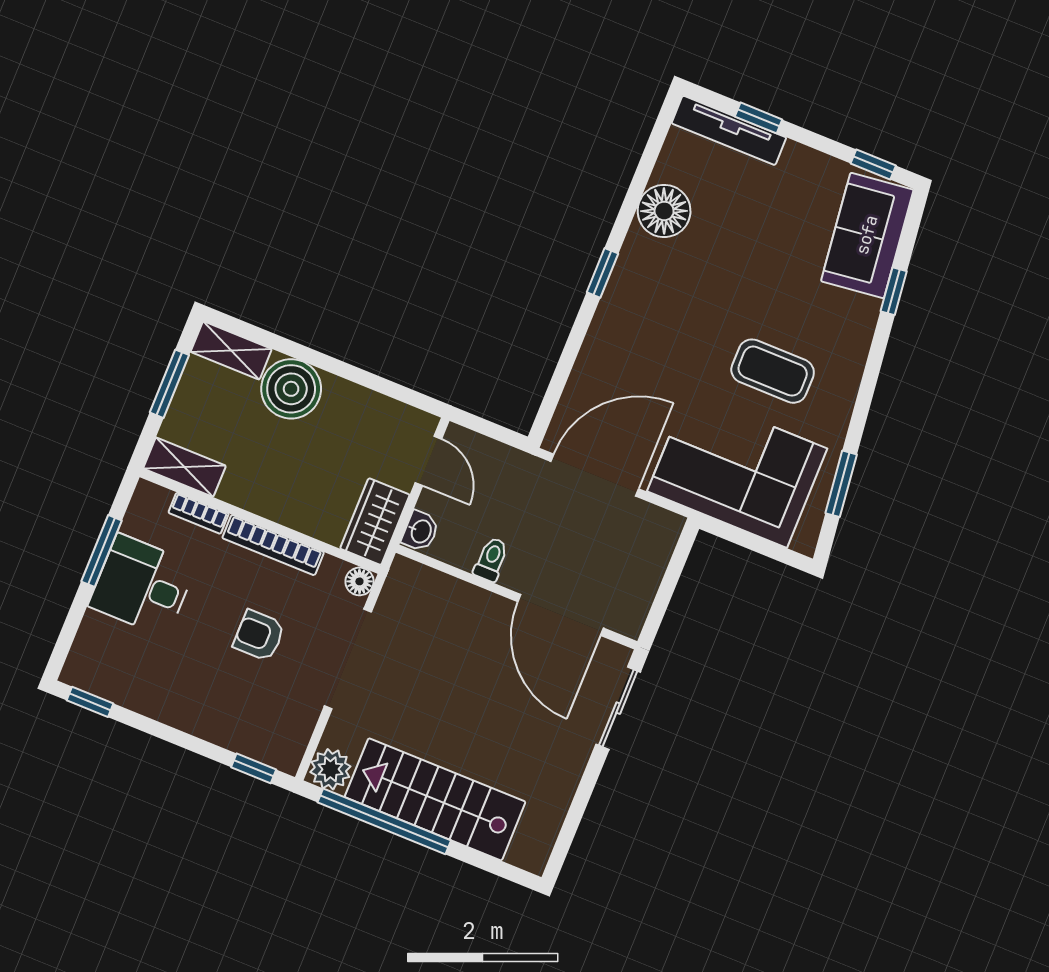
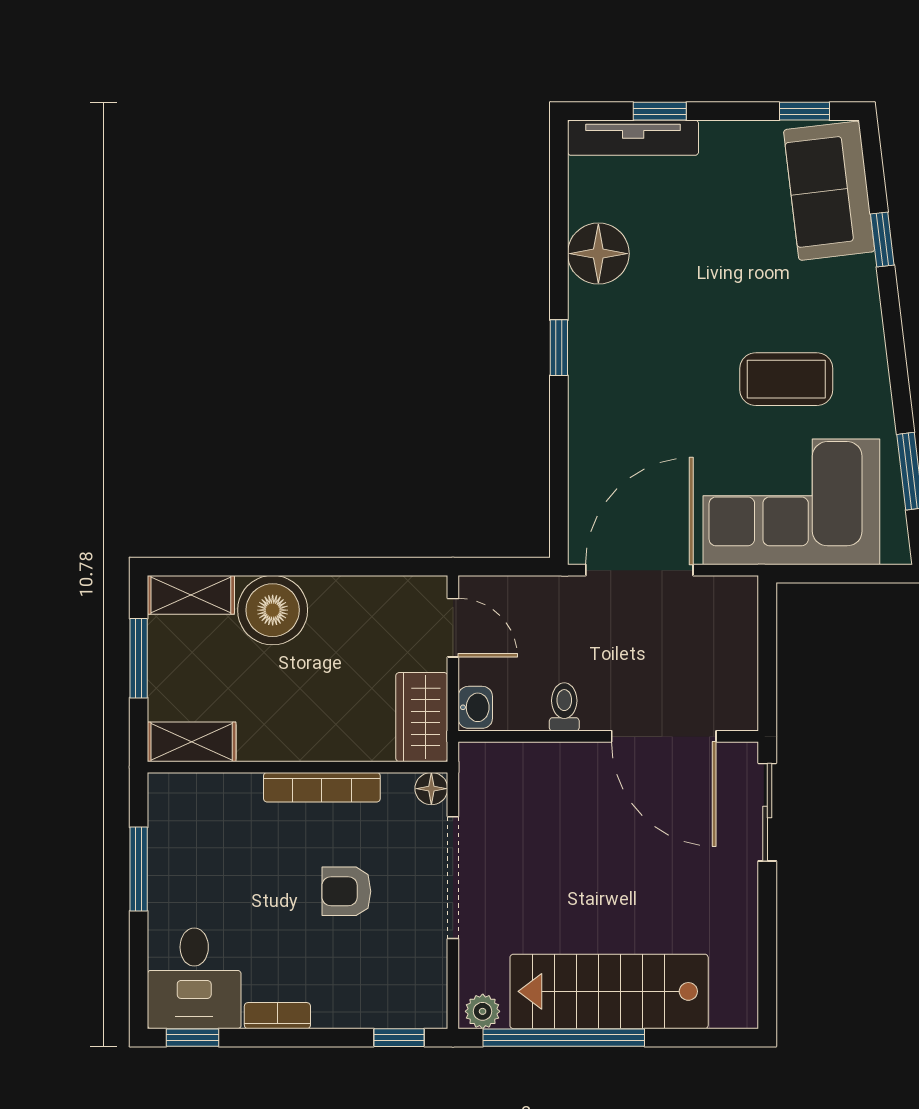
bookcase: (199, 513) -> (277, 1016), moved, turned 180
desk: (142, 585) -> (194, 978), moved, turned -90
plant: (330, 769) -> (483, 1011), width x0.73, depth x0.73

